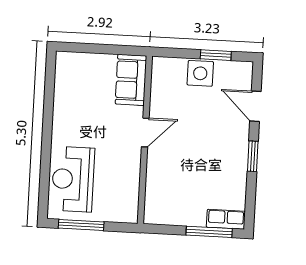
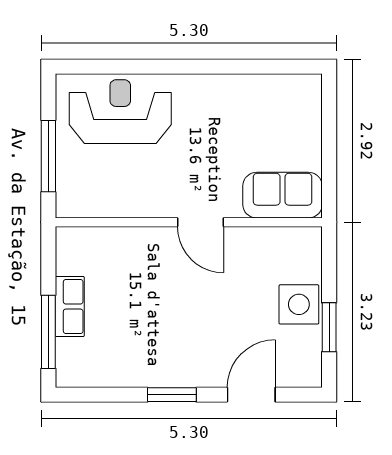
row of seats: (226, 219) -> (70, 307), moved
window: (81, 225) -> (48, 156), moved

